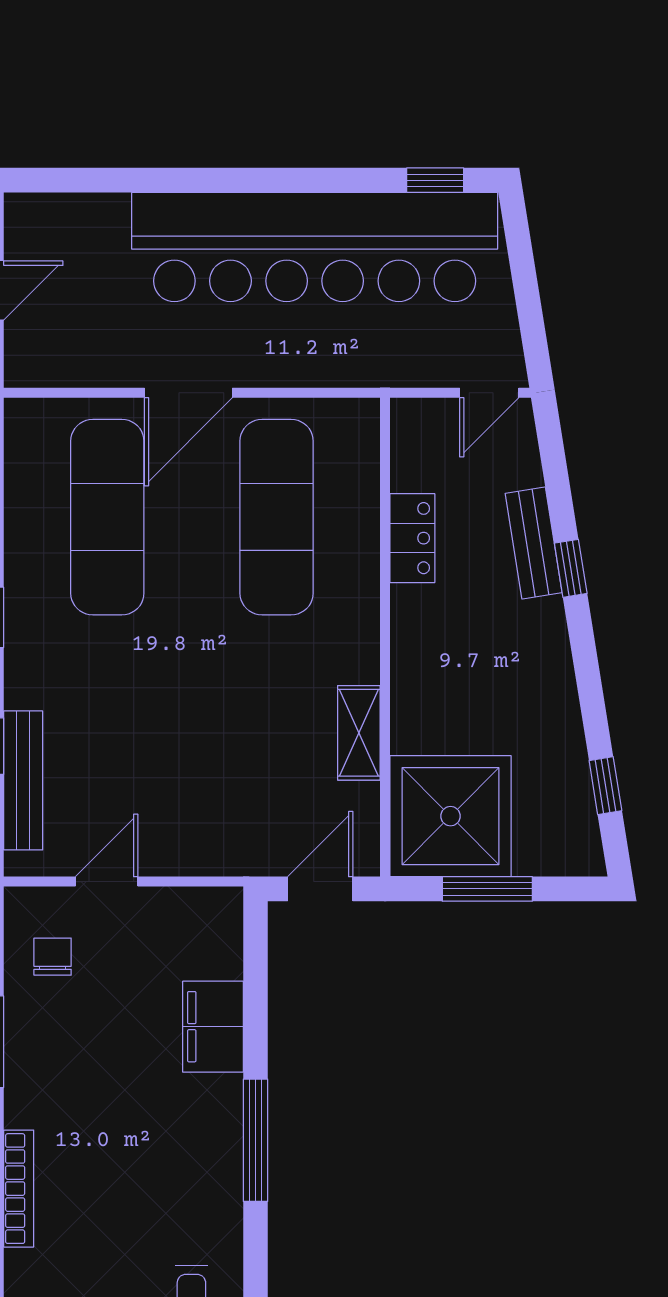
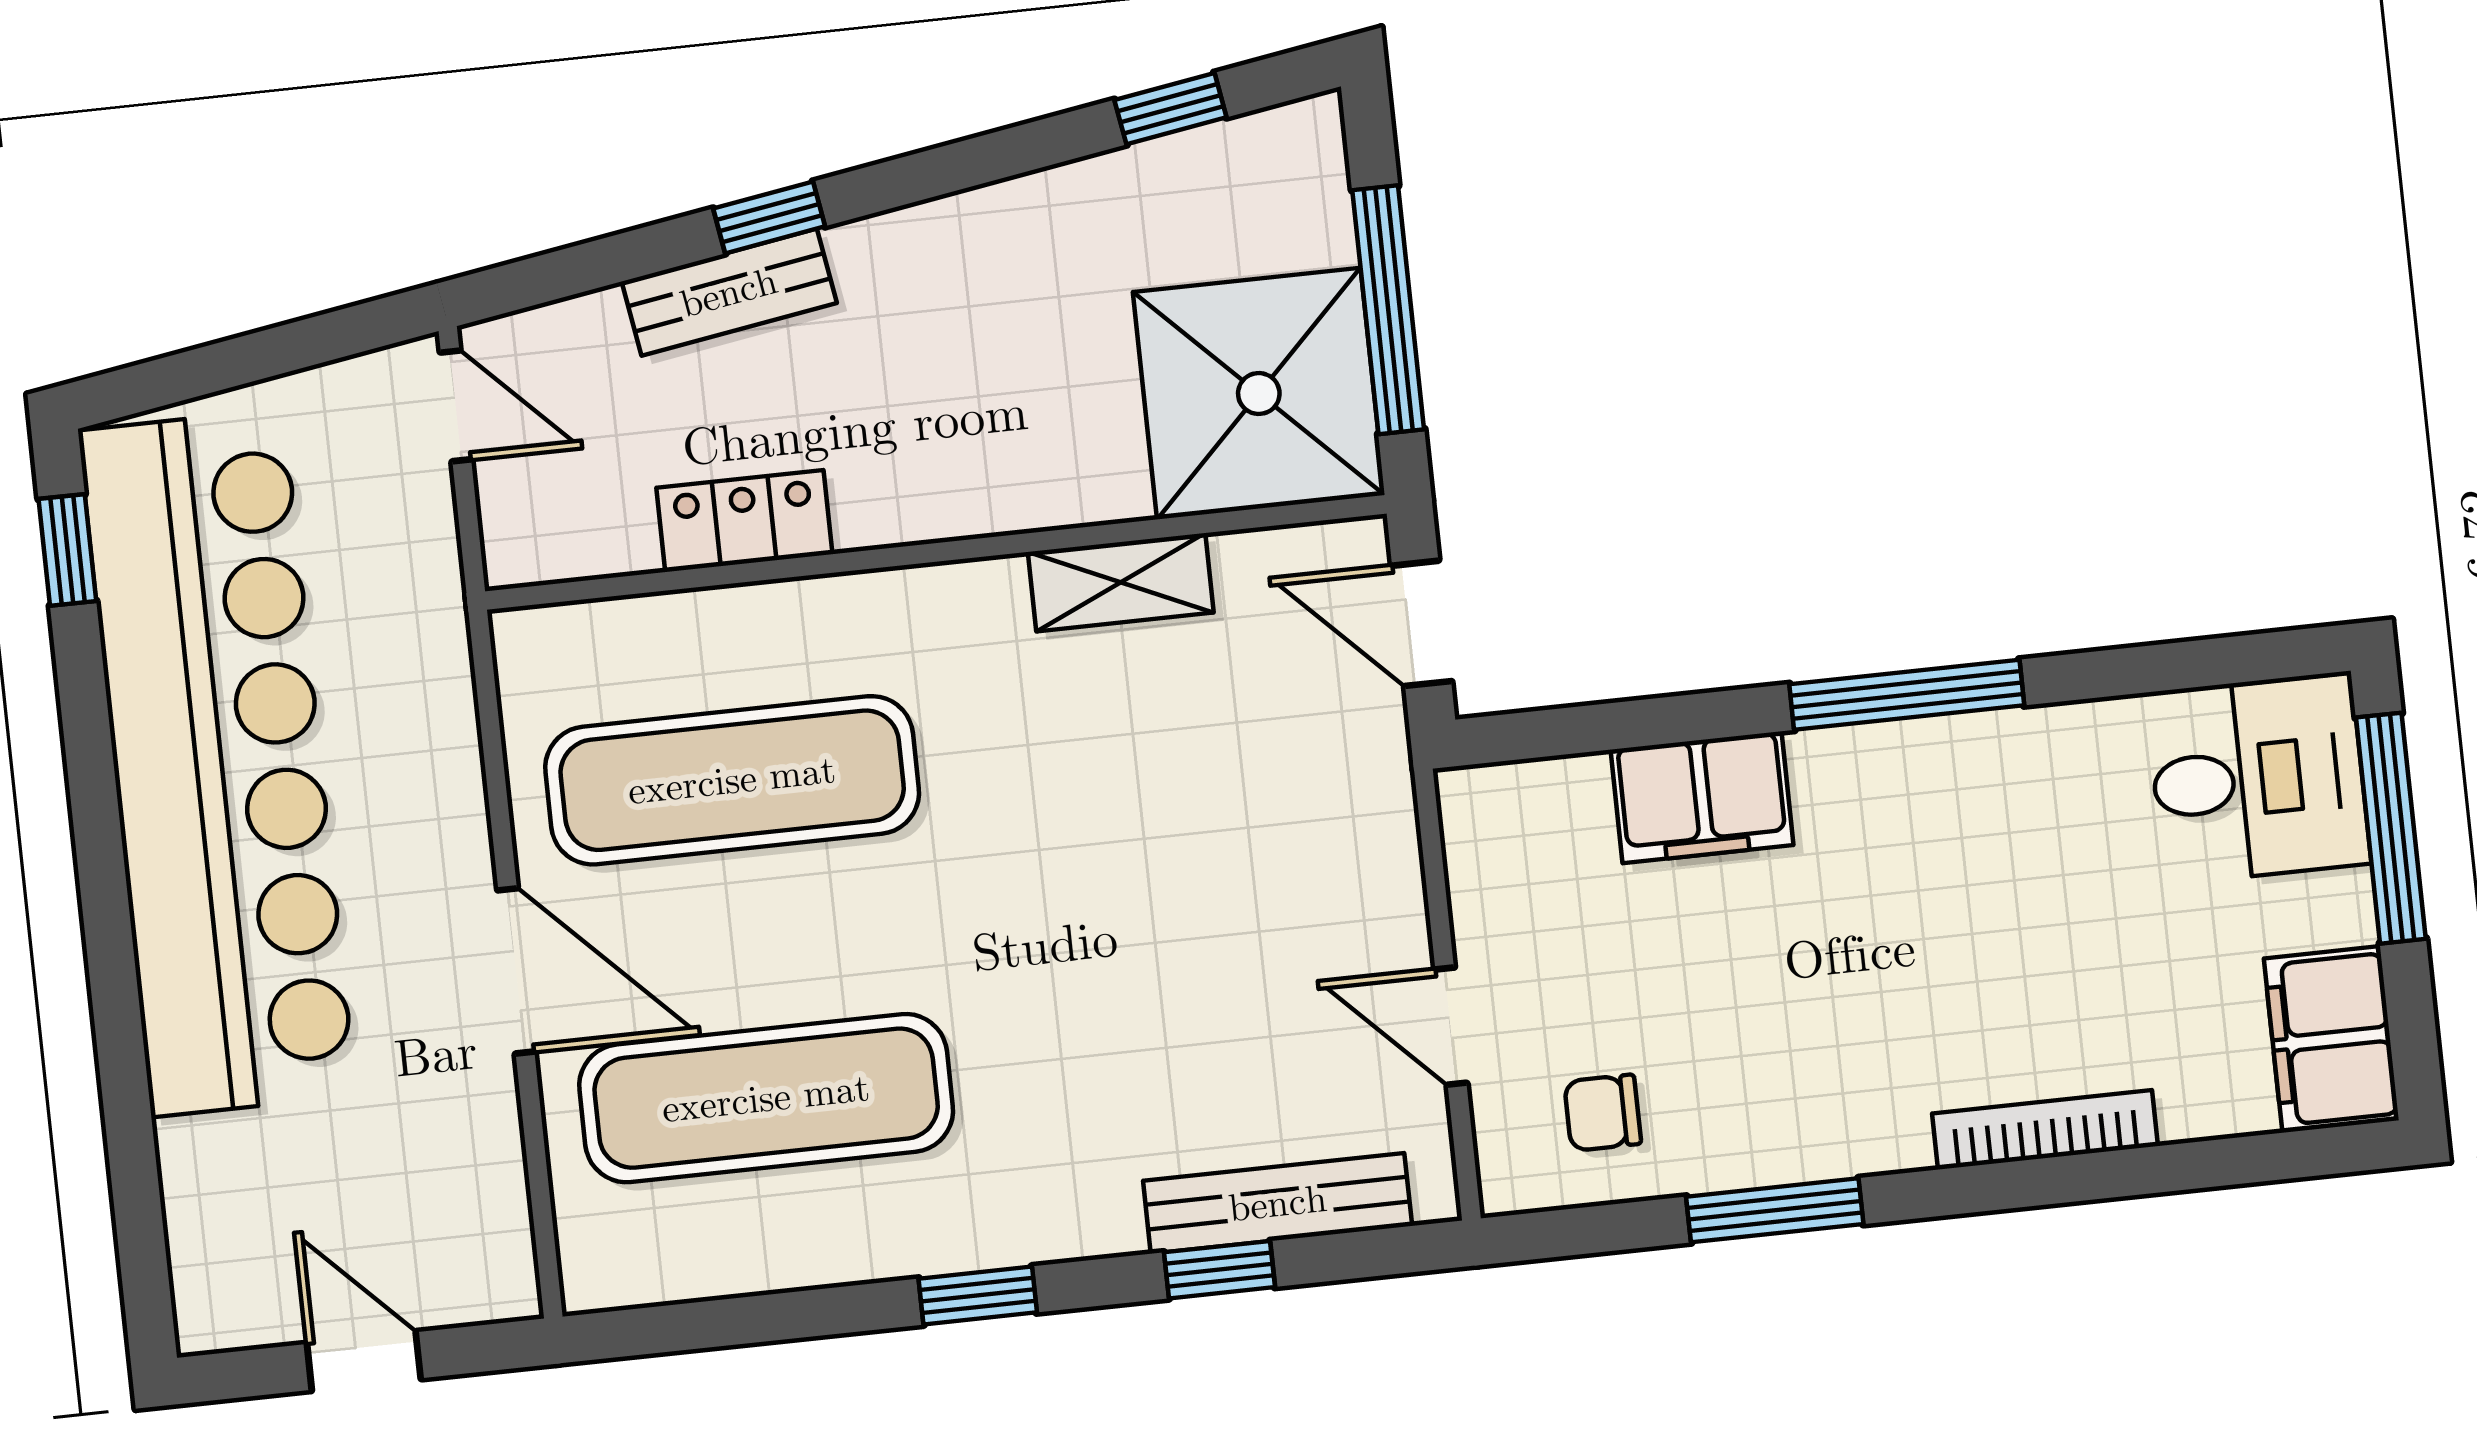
window: (487, 889) -> (1388, 310), width x1.44

